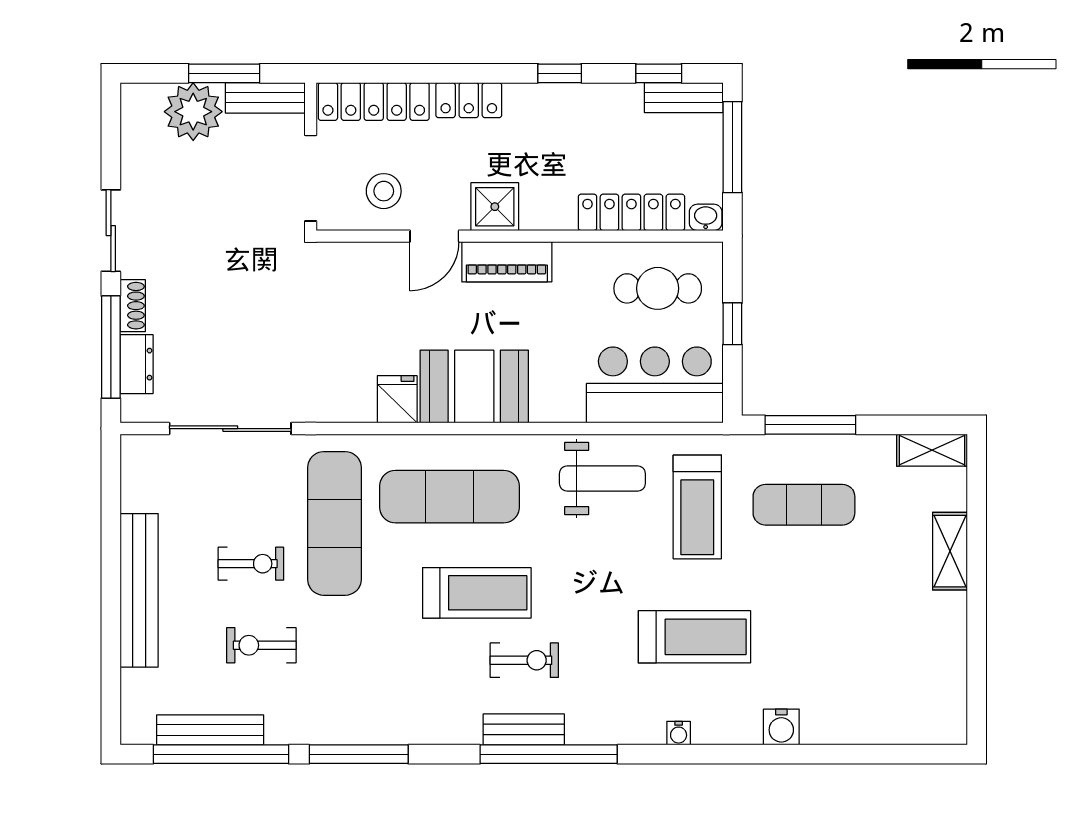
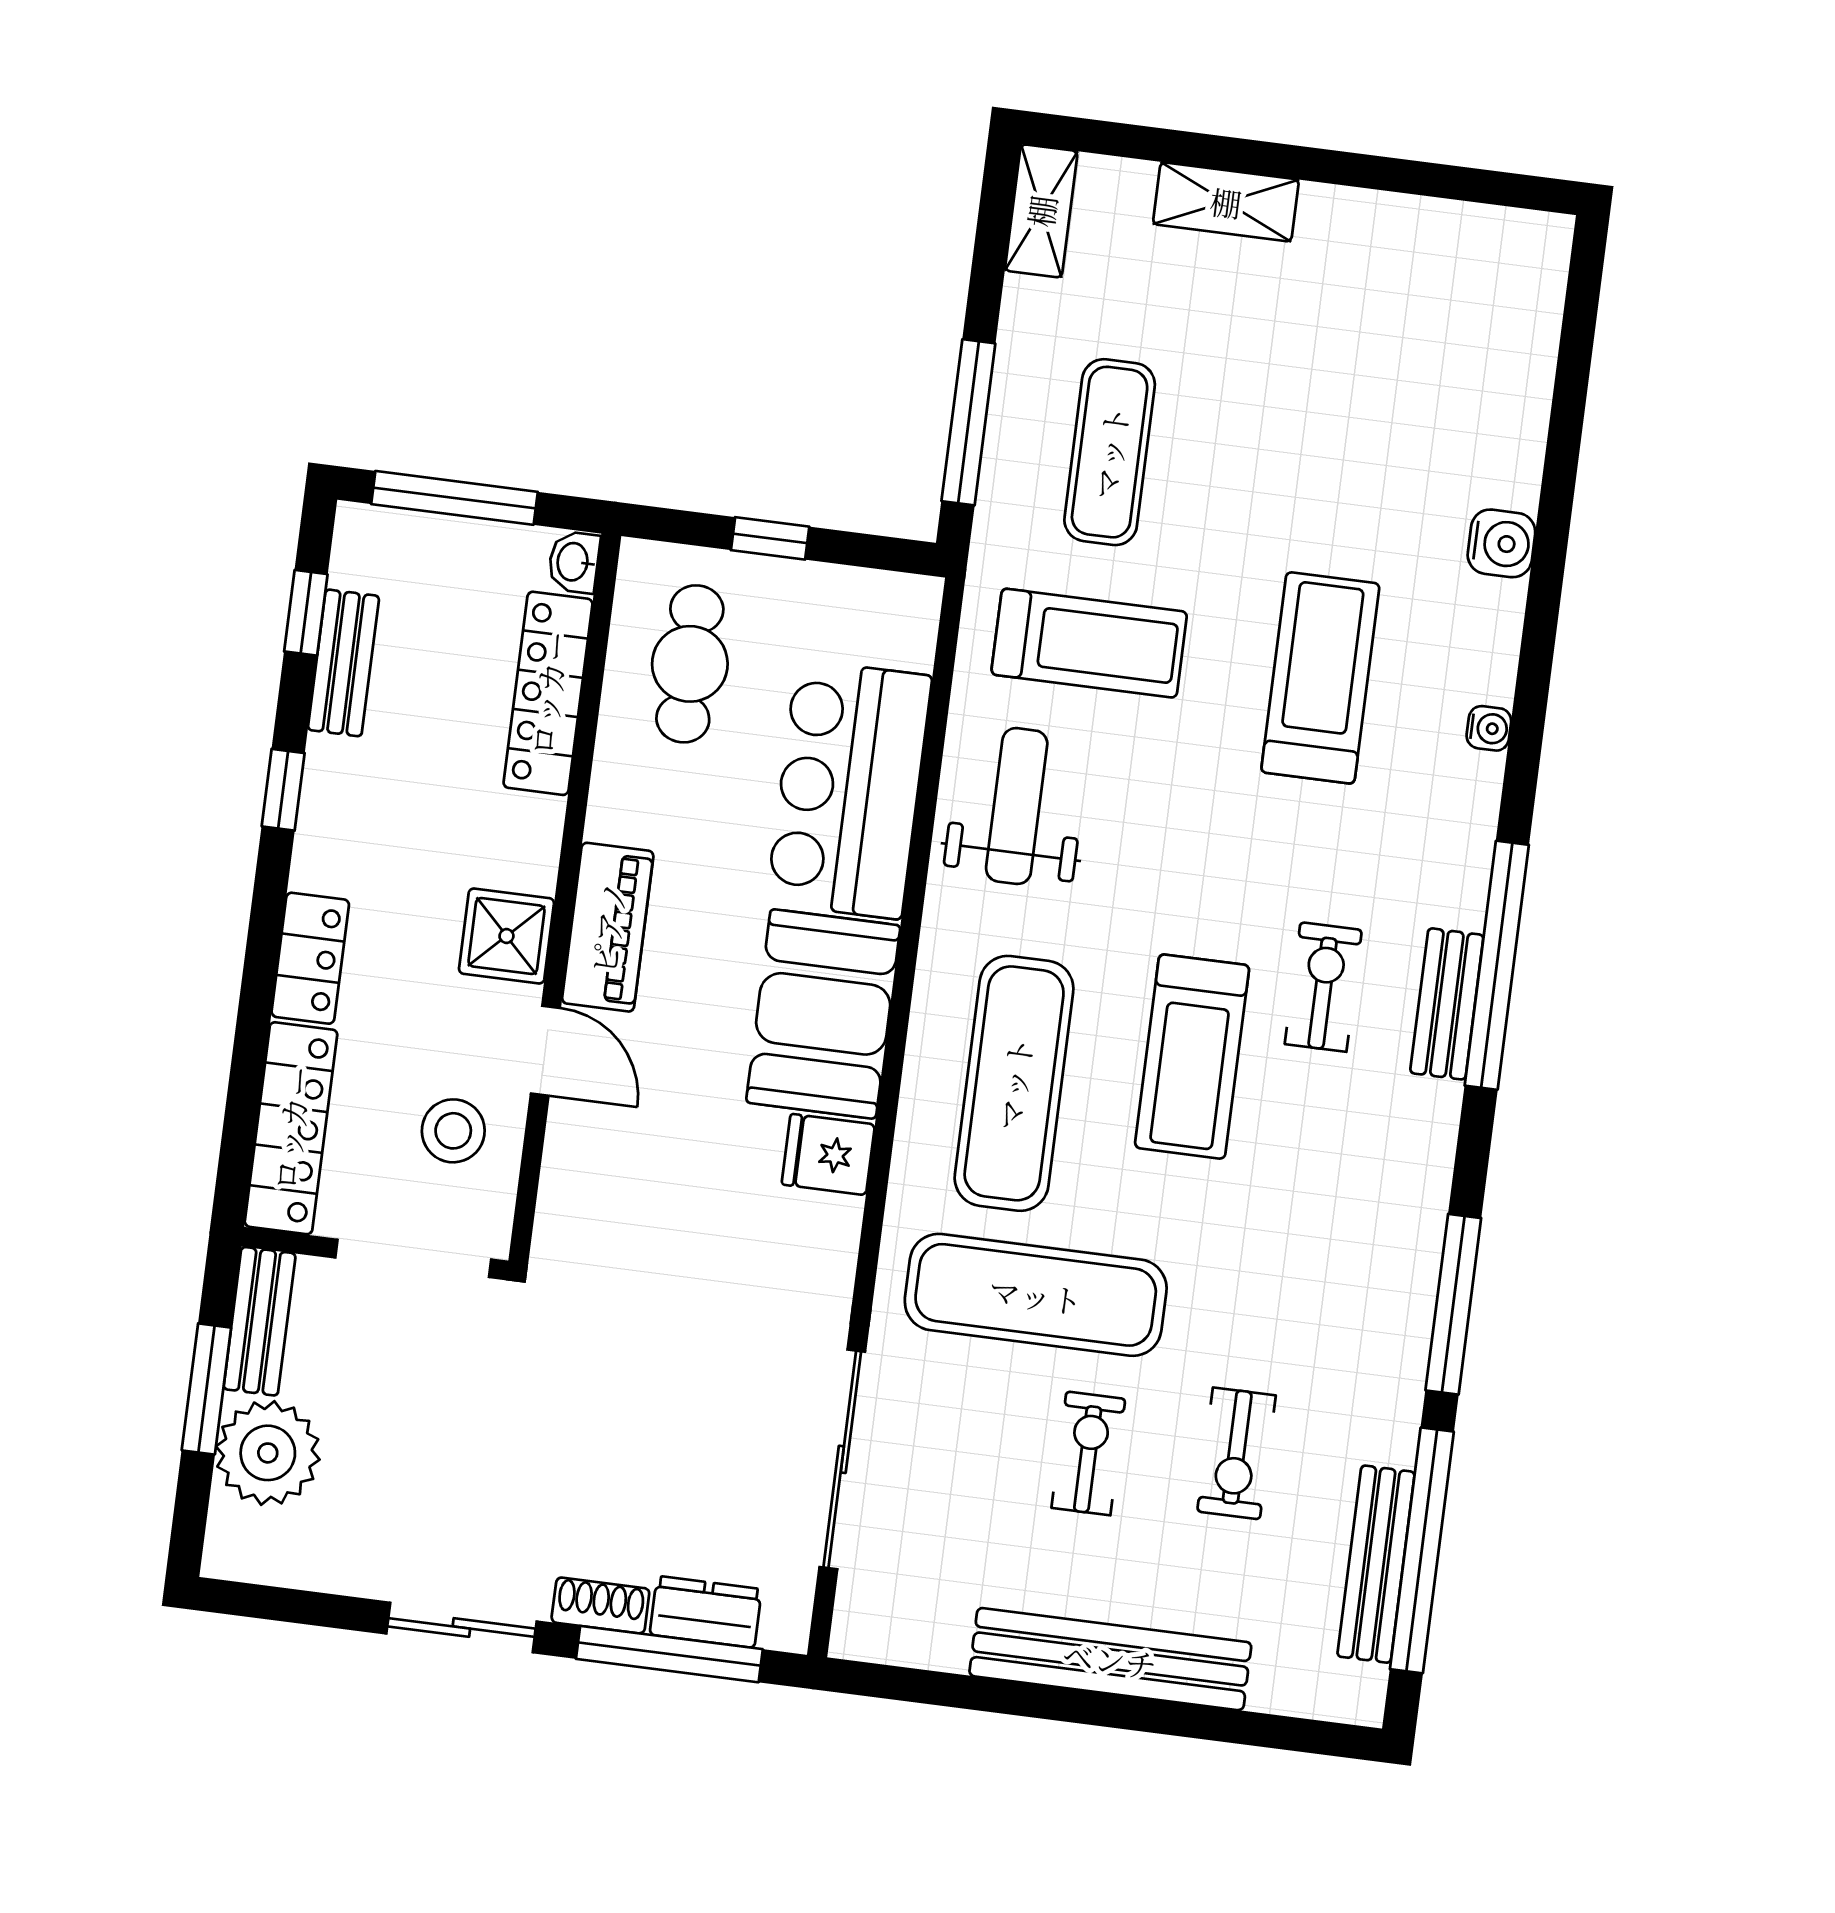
bench: (684, 98) -> (343, 663), moved
bar counter: (655, 385) -> (849, 789), moved
treadmill: (477, 593) -> (1192, 1057), turned 180

